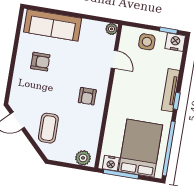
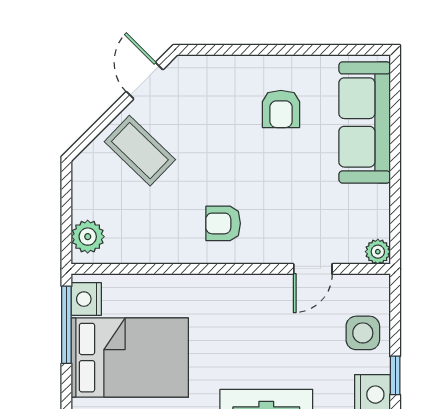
coffee table: (48, 128) -> (140, 151), turned 44

